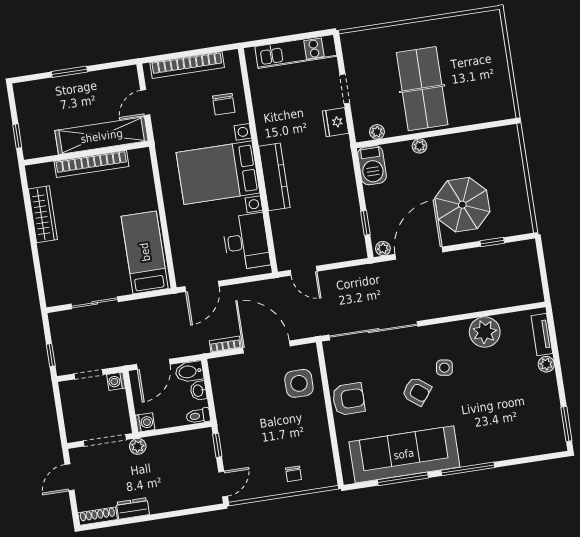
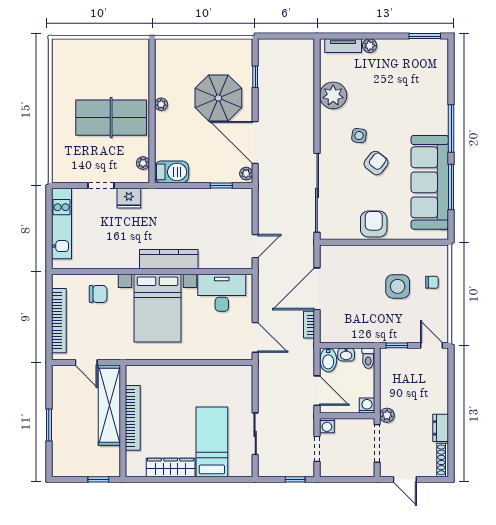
plant: (419, 146) -> (161, 104), moved
bed: (145, 252) -> (212, 442), moved, turned 90
side table: (299, 383) -> (398, 286), moved

